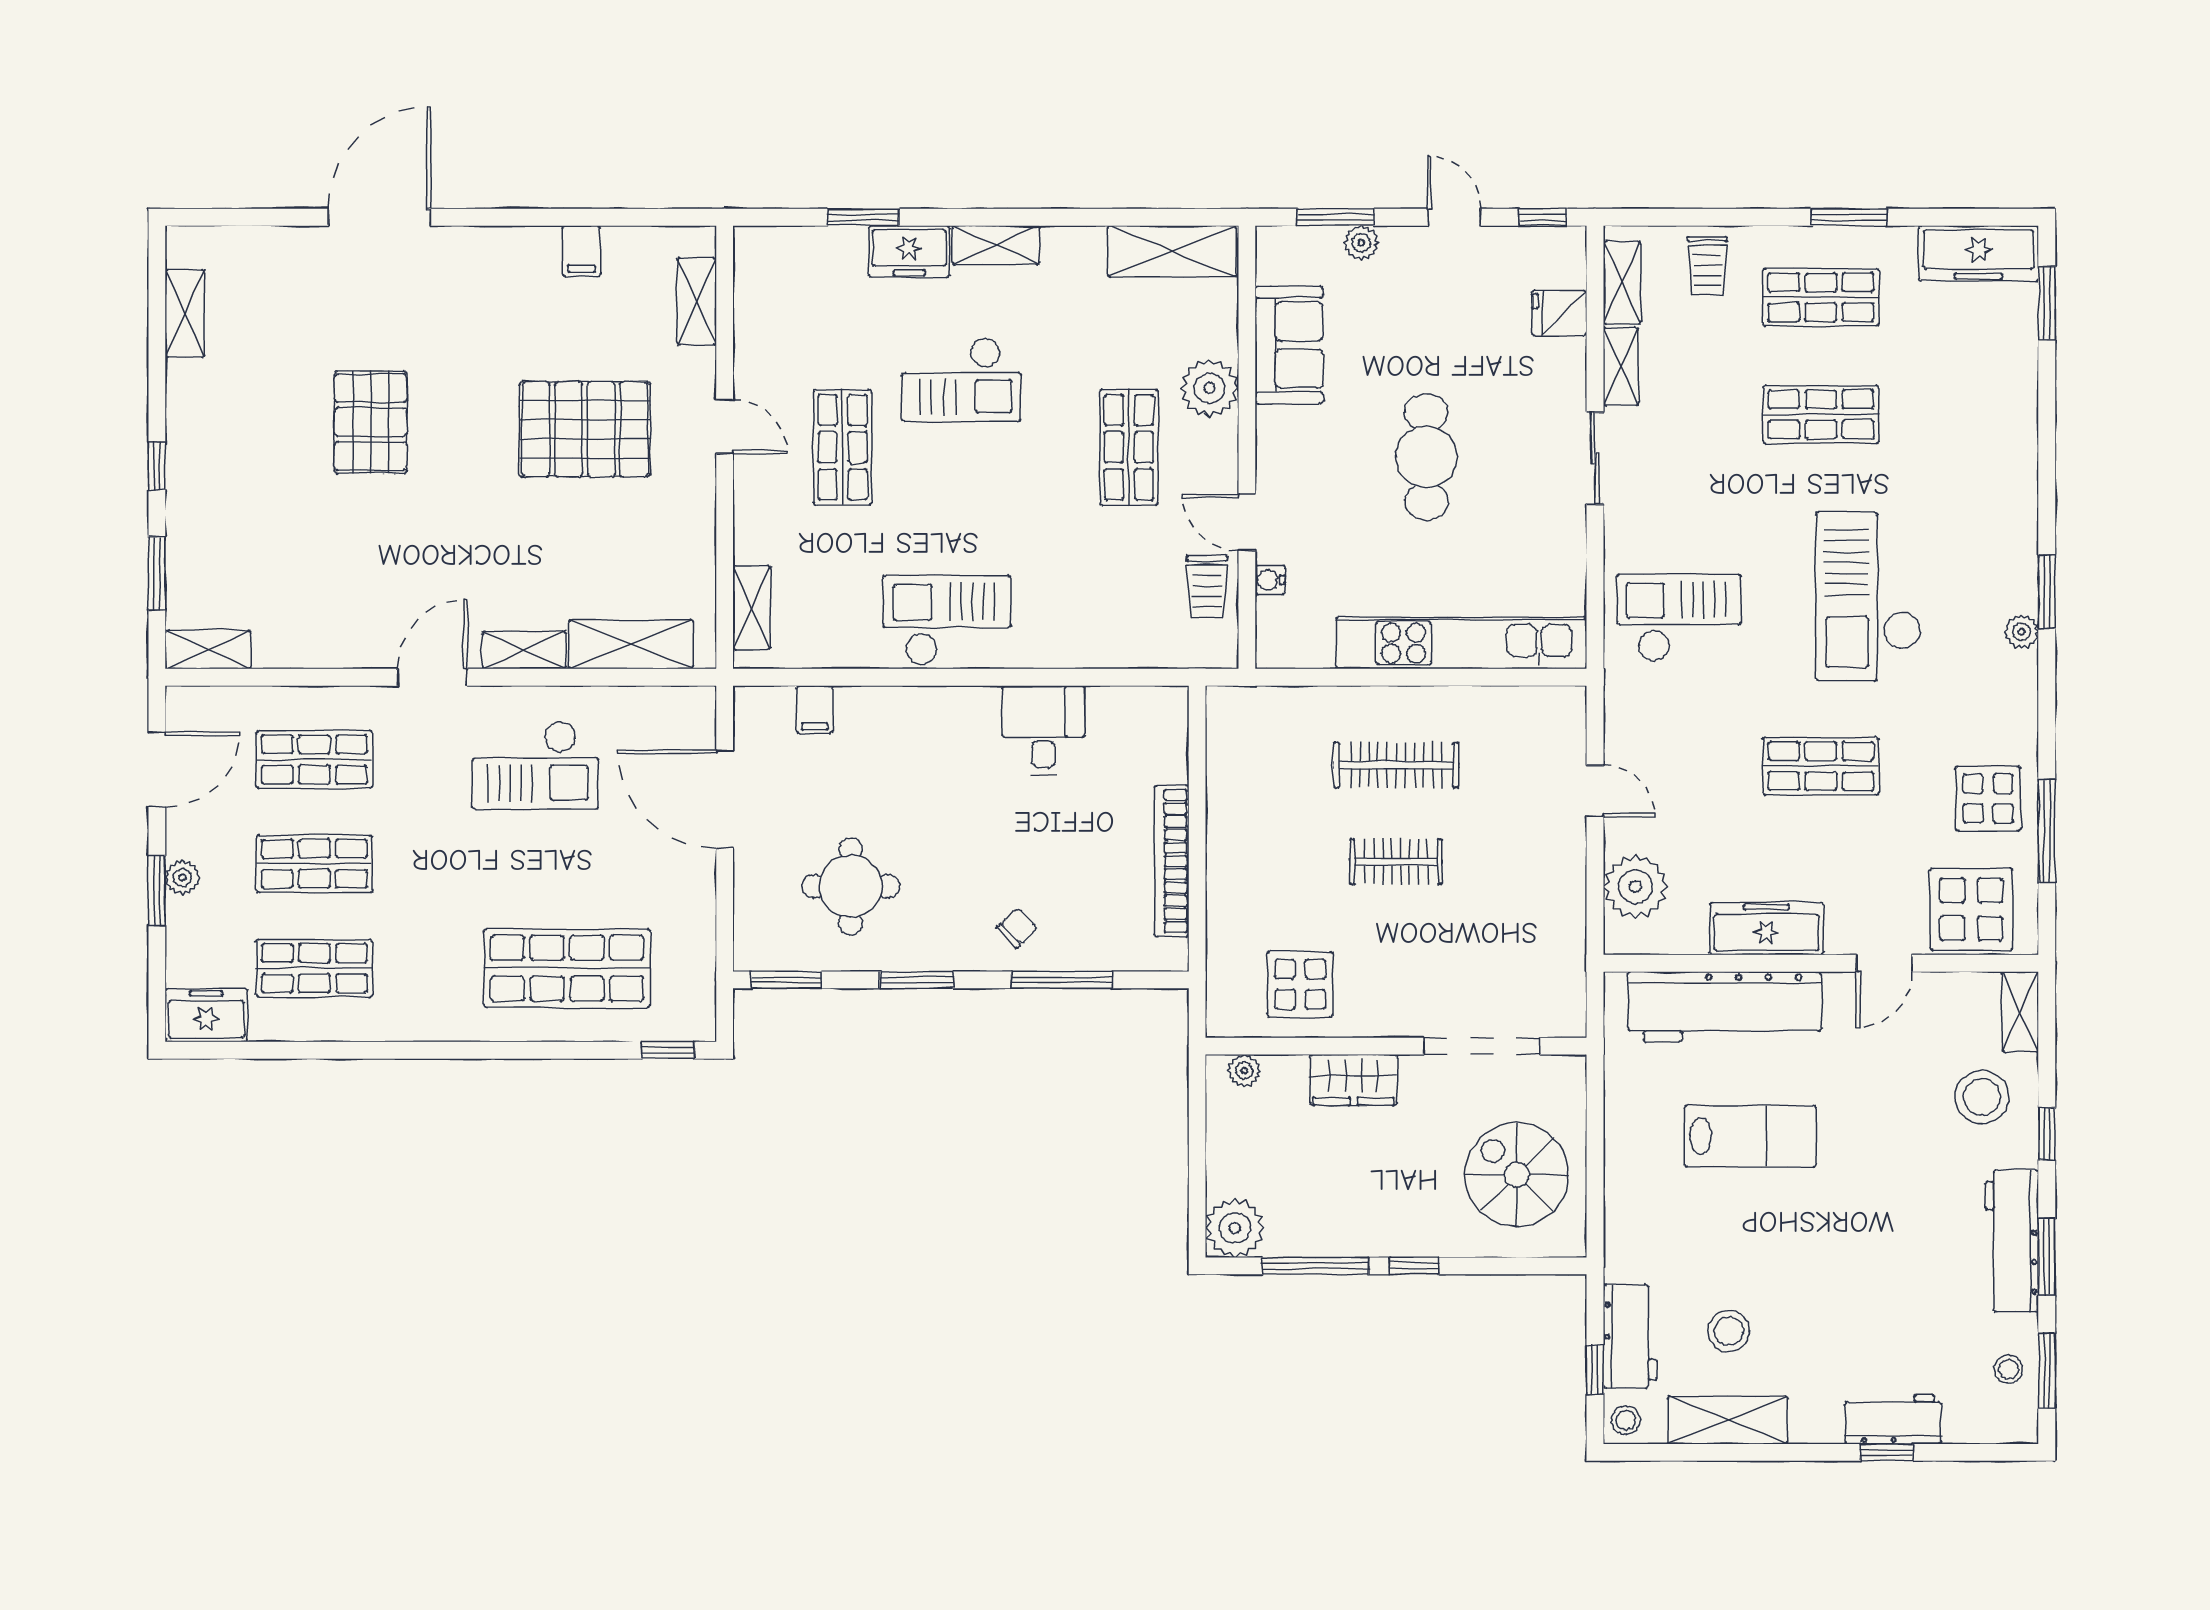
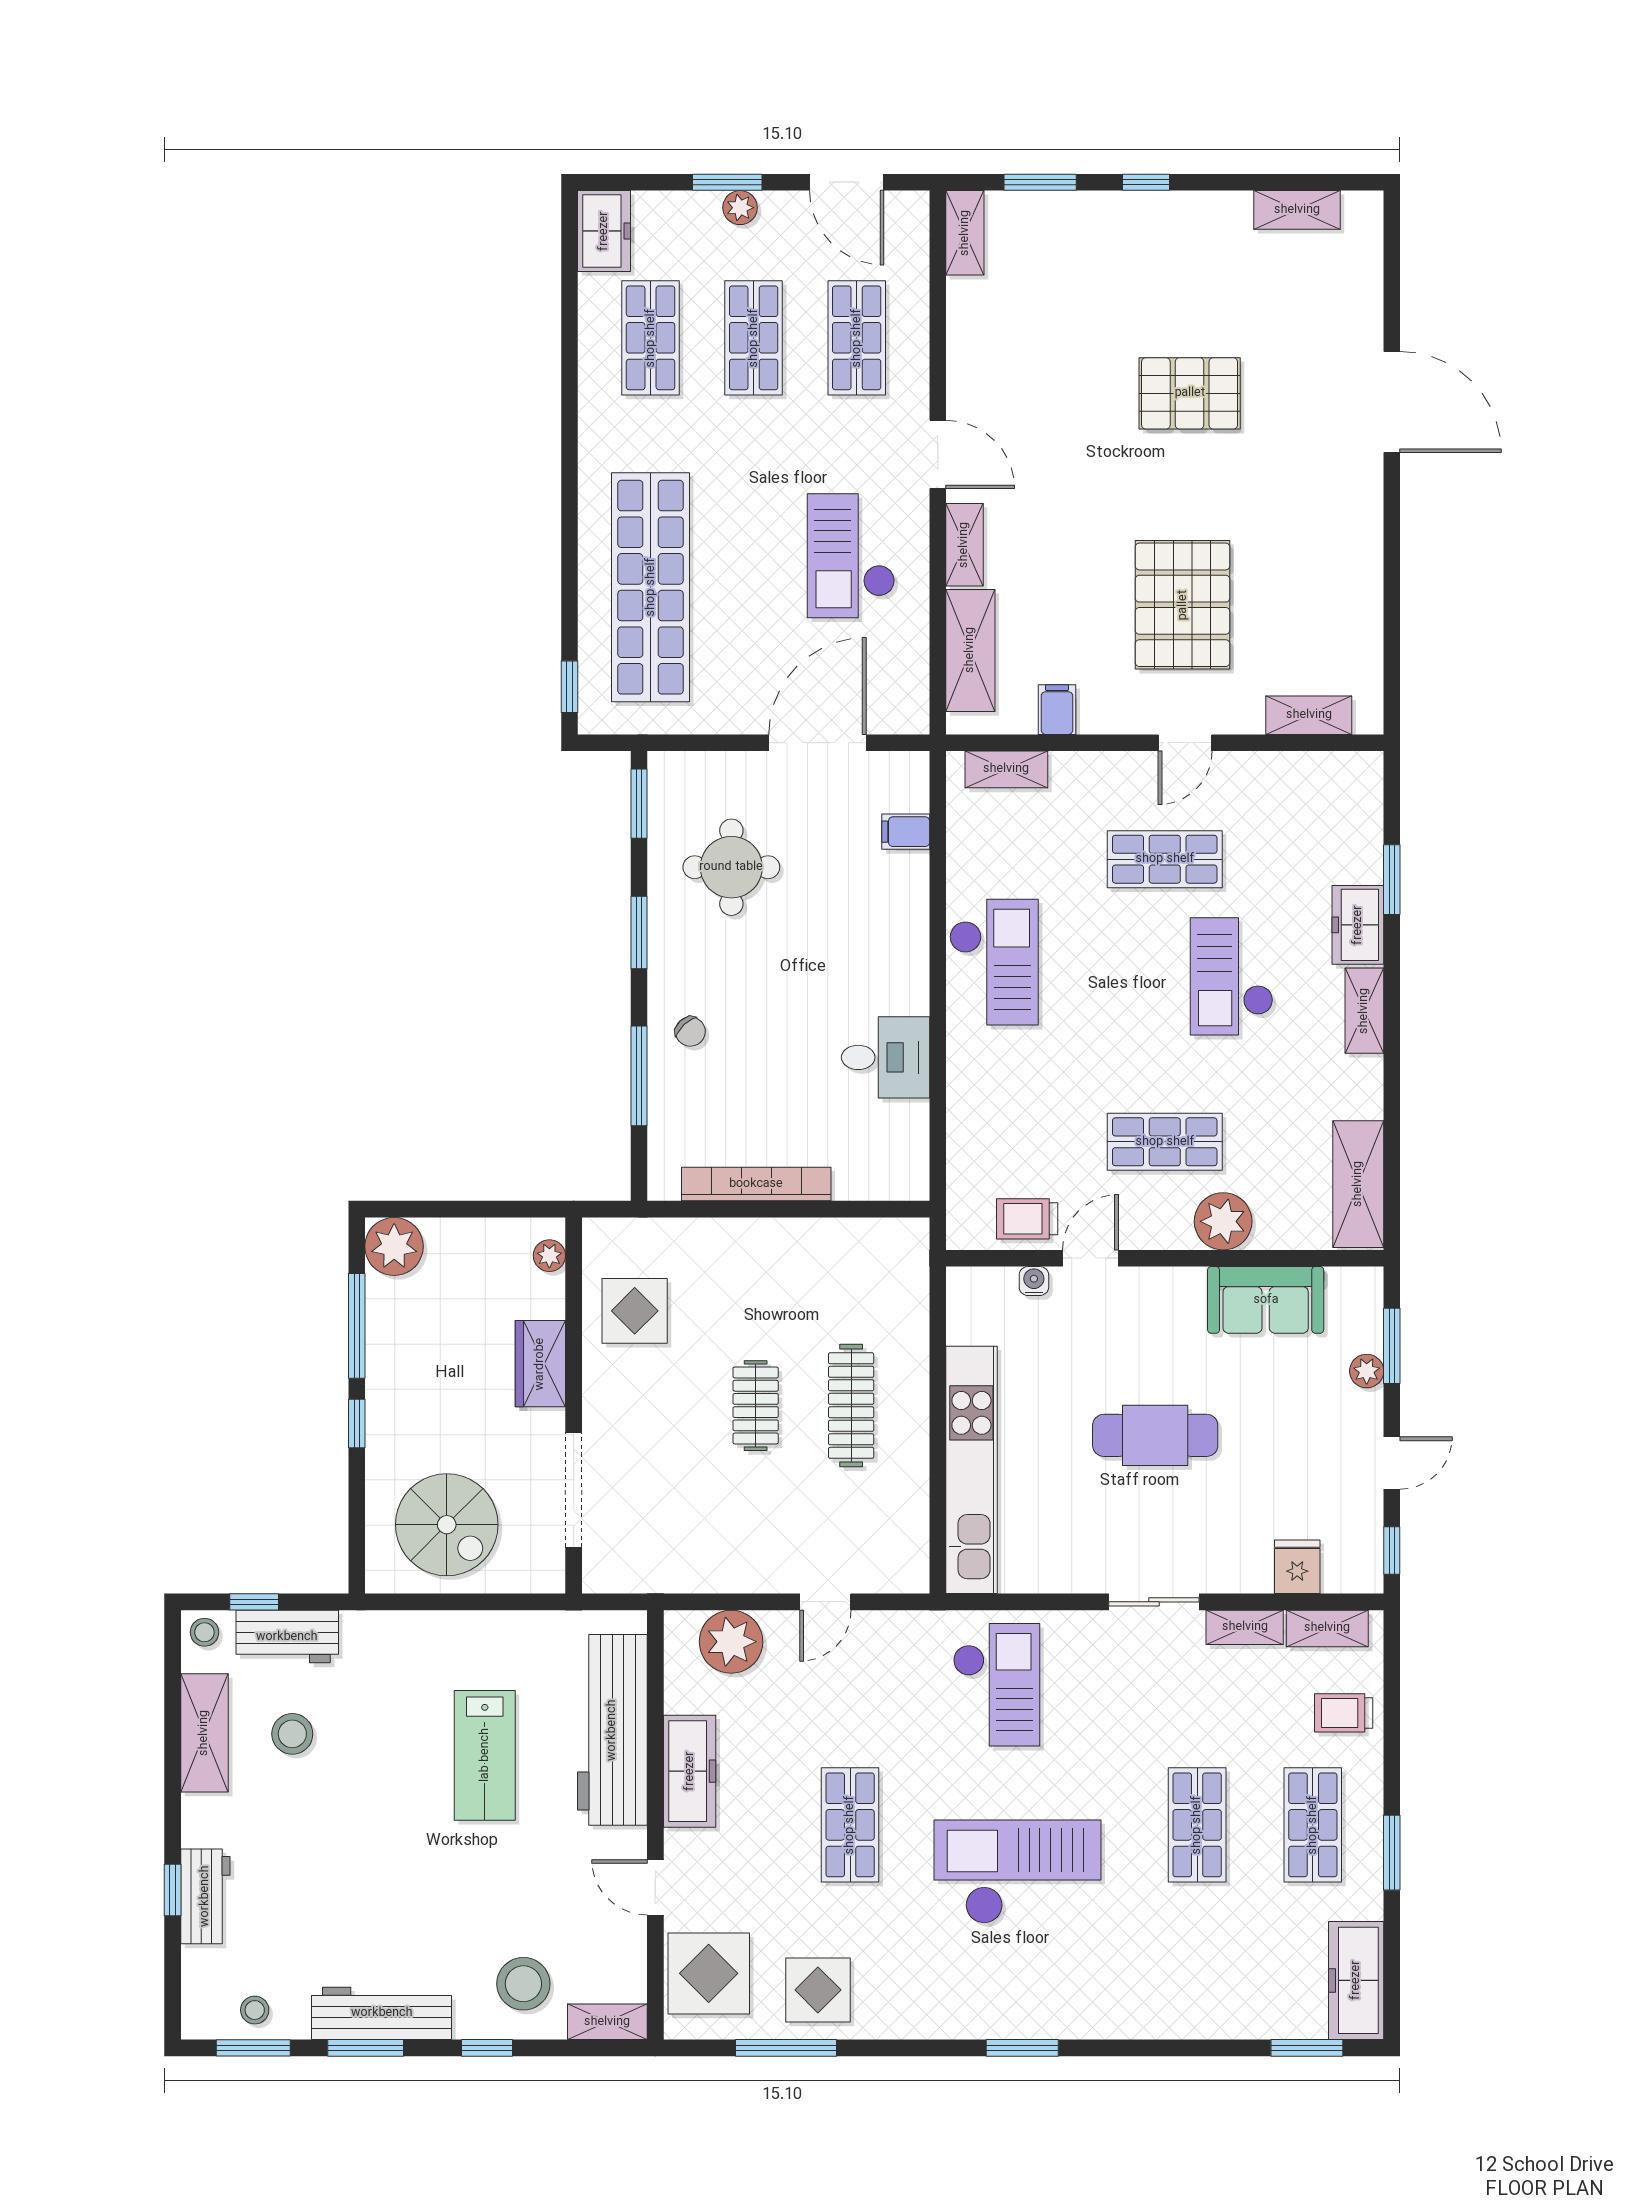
filing cabinet: (581, 251) -> (1057, 710), moved, turned 90
plant: (2022, 632) -> (983, 2023), removed
shop shelf: (567, 968) -> (651, 587), width x1.40
spiral stairs: (1517, 1175) -> (447, 1525), turned 90

